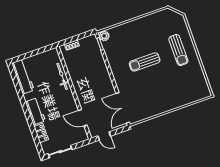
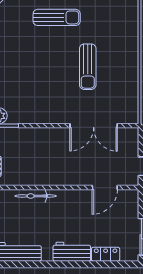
sun lounger: (145, 62) -> (88, 67), moved
double door: (123, 108) -> (94, 126), moved

